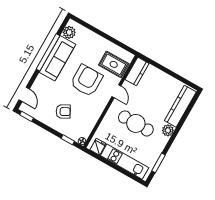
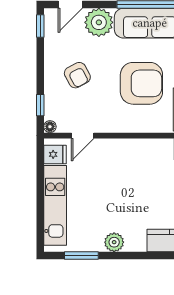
plant: (42, 85) -> (99, 22), added
door: (116, 91) -> (83, 136), moved
cafe table: (136, 123) -> (120, 190), removed
plant: (168, 130) -> (114, 242), moved

